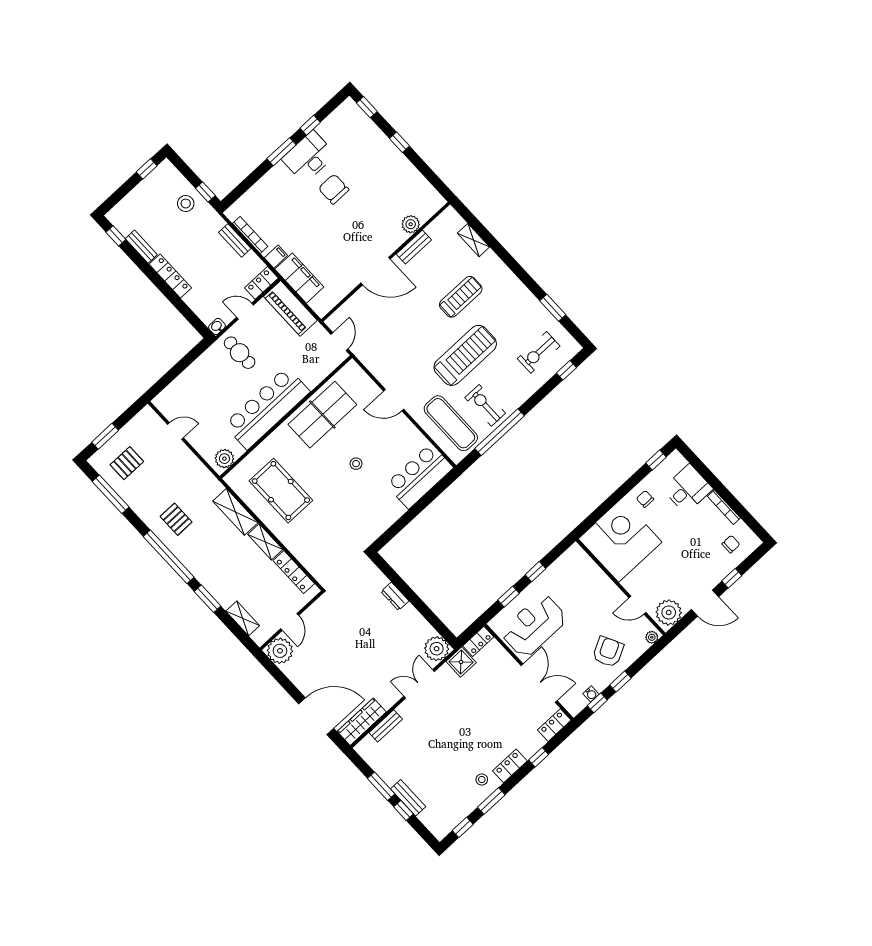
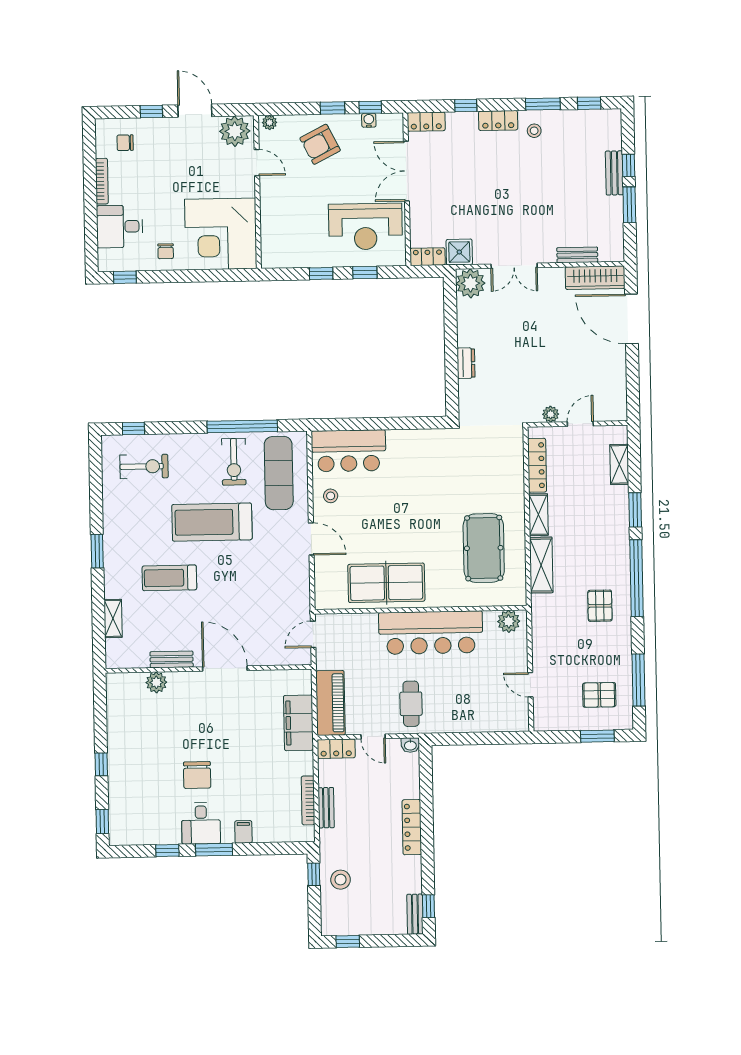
desk: (309, 157) -> (201, 823), width x0.73
bench: (141, 247) -> (415, 914), moved
filing cabinet: (276, 257) -> (243, 832), moved, turned 90
window: (553, 308) -> (97, 551), moved
stool: (356, 464) -> (331, 496), moved
plant: (280, 651) -> (551, 414), moved, width x0.53, depth x0.53

